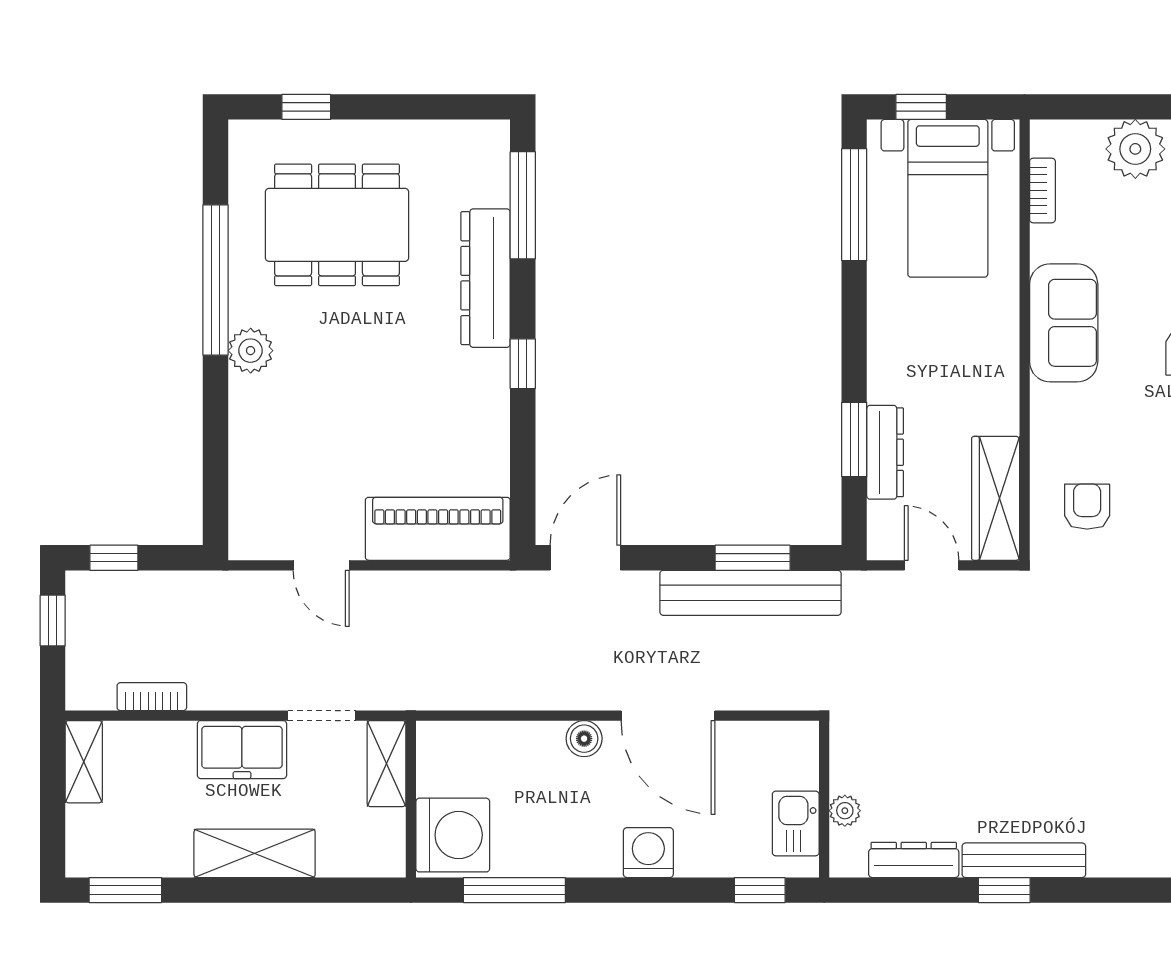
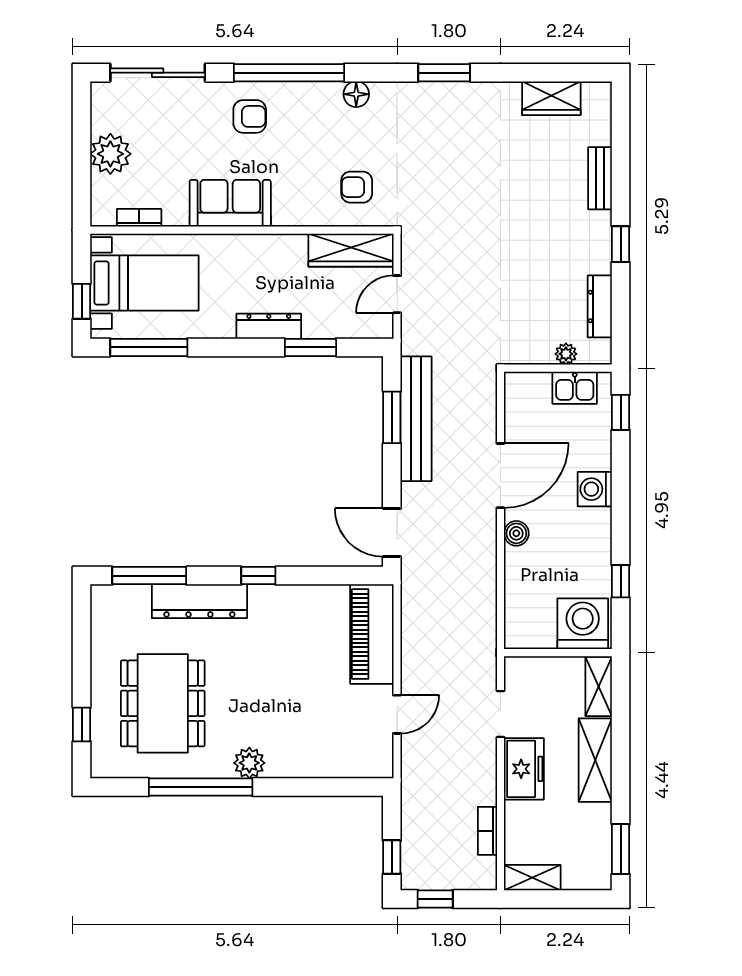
dresser: (885, 452) -> (269, 326), moved
shelving: (386, 764) -> (599, 686), moved, turned 90
bench: (1024, 860) -> (600, 178), moved, width x0.73
window: (514, 890) -> (621, 581), width x0.46

